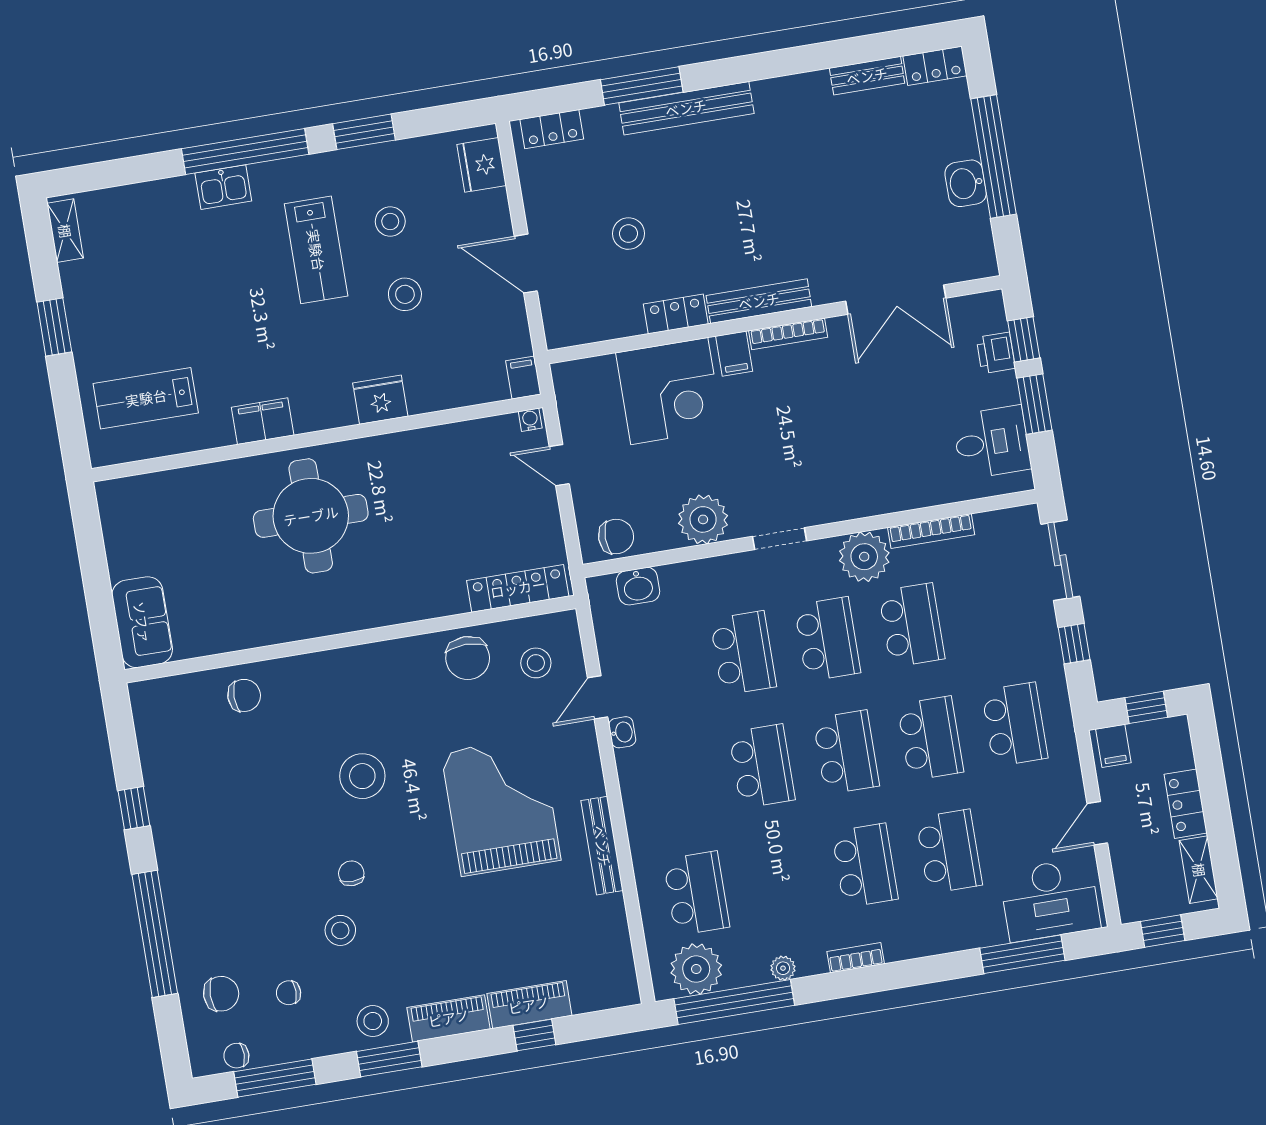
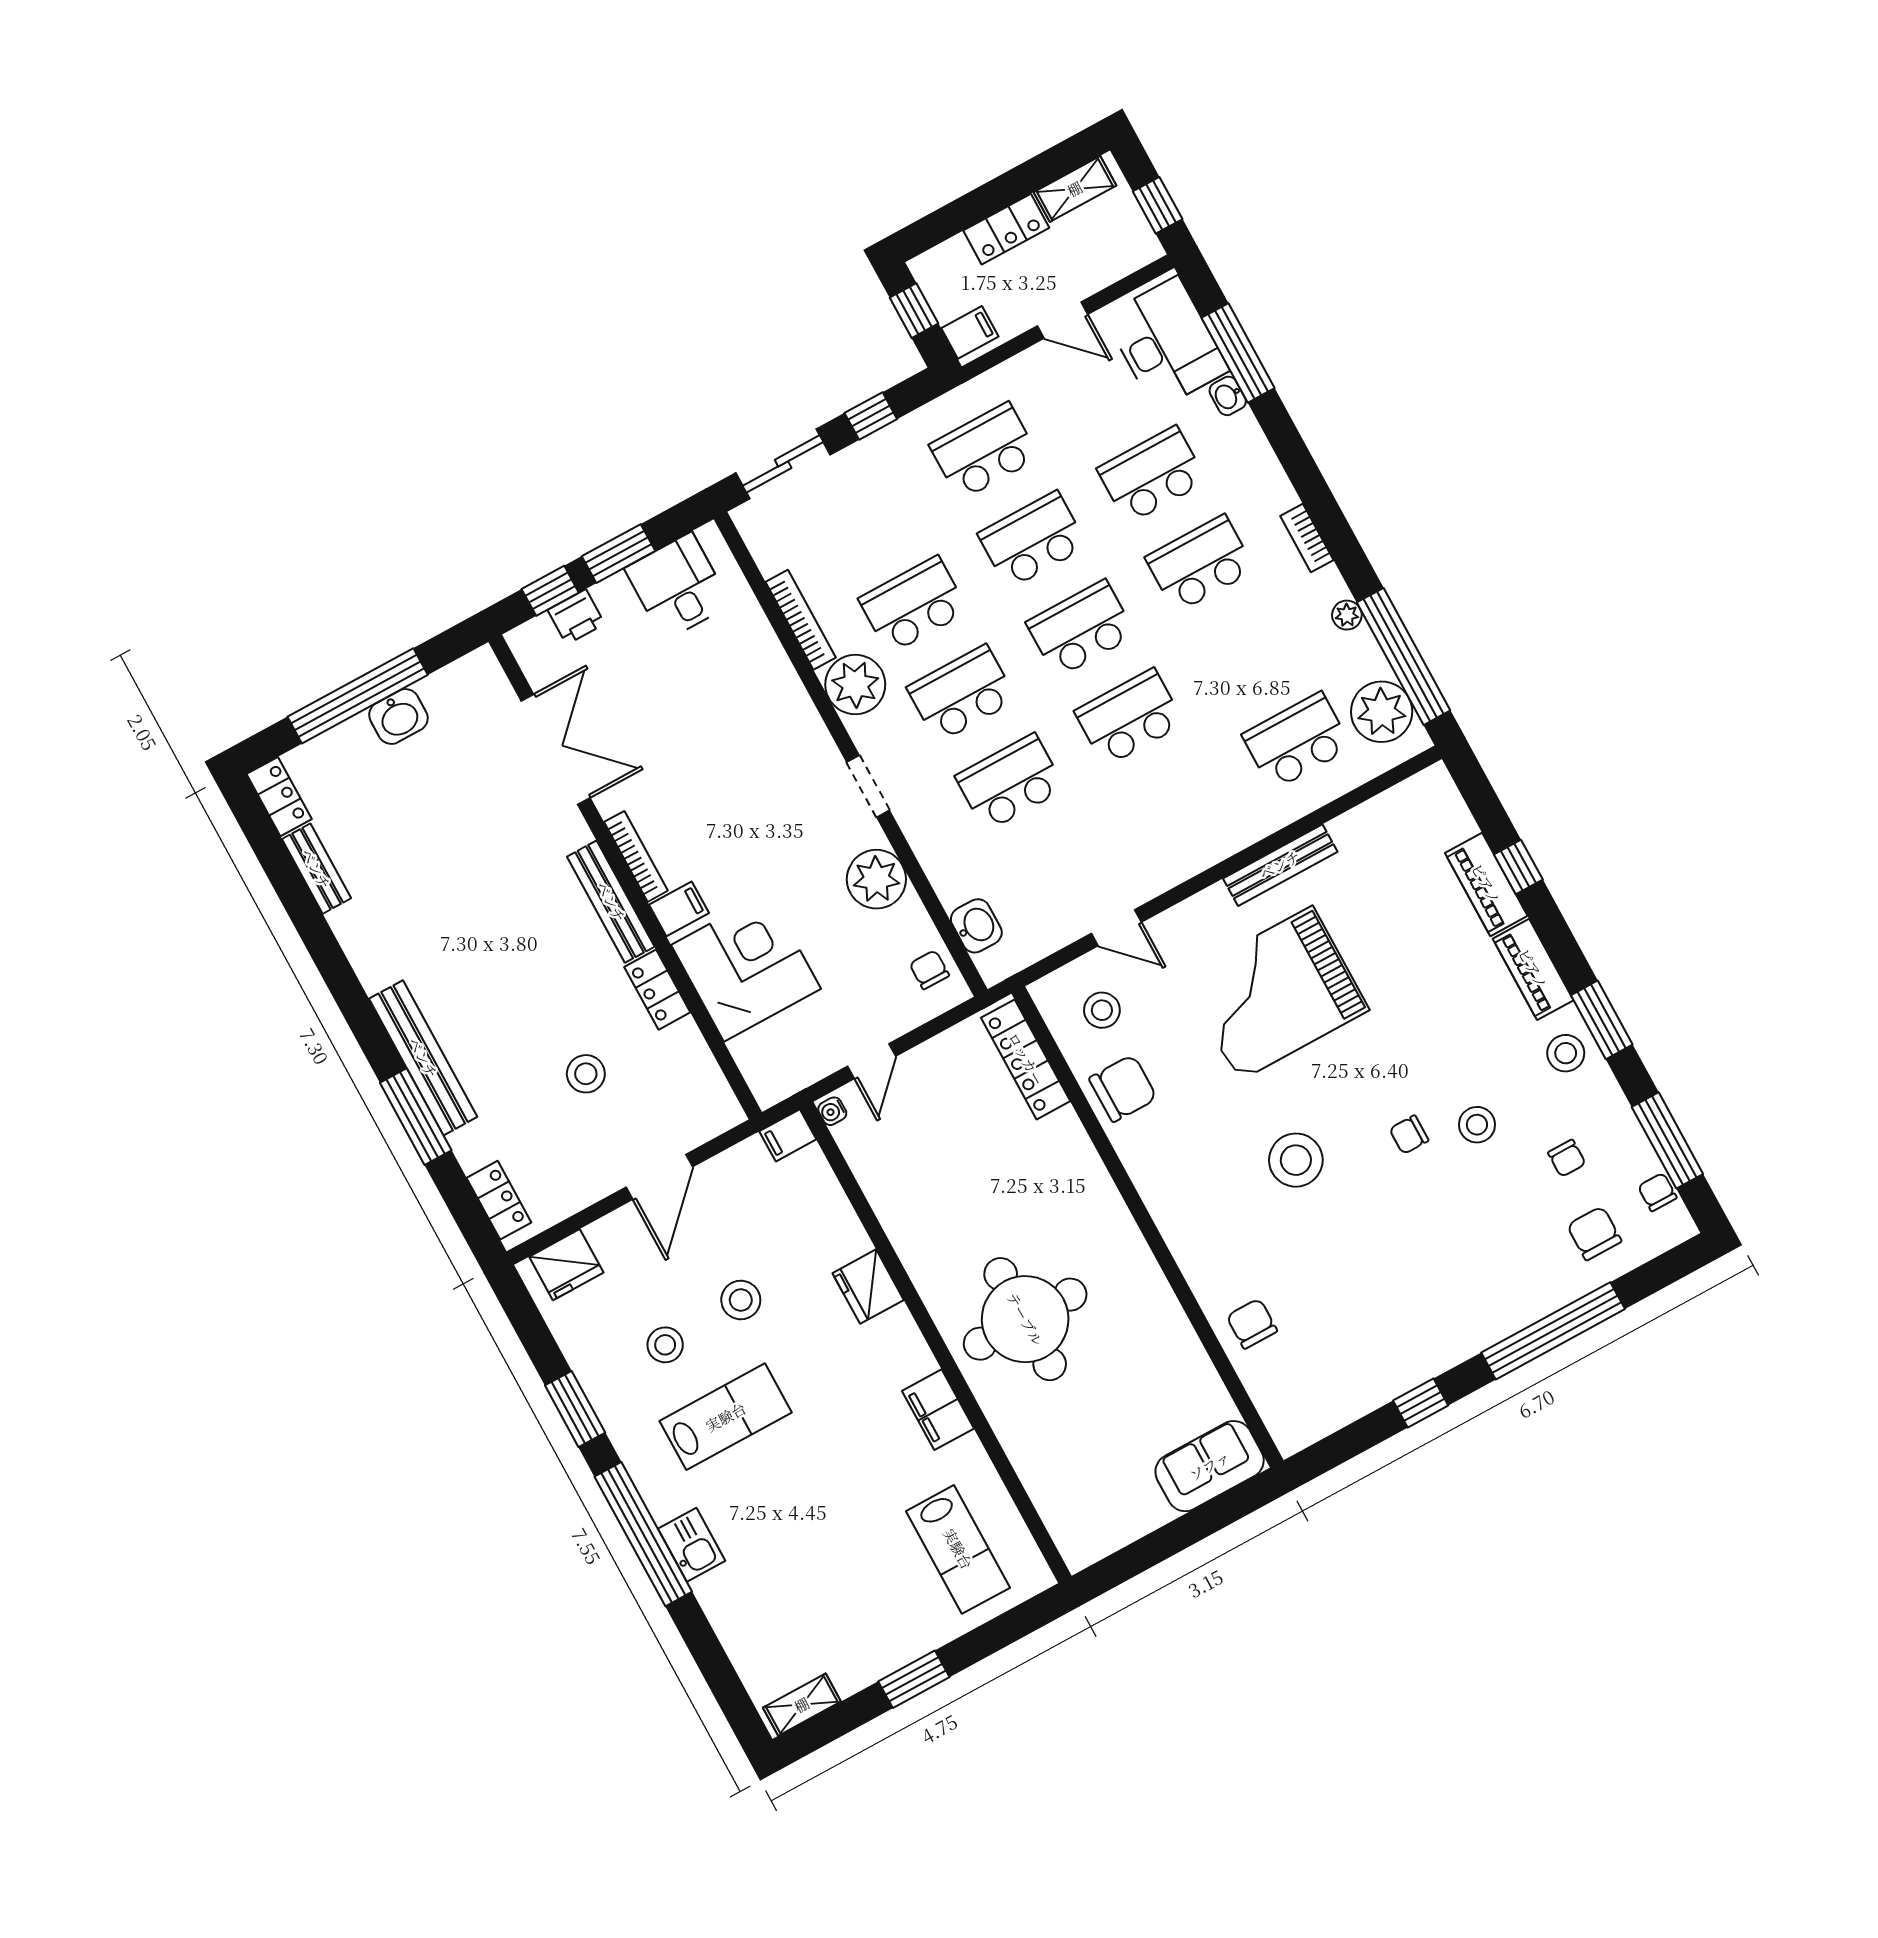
chair: (616, 537) -> (929, 970), width x0.73, depth x0.73
washbasin: (622, 732) -> (1228, 396), moved, turned -90
chair: (236, 1056) -> (1657, 1192), turned 180

